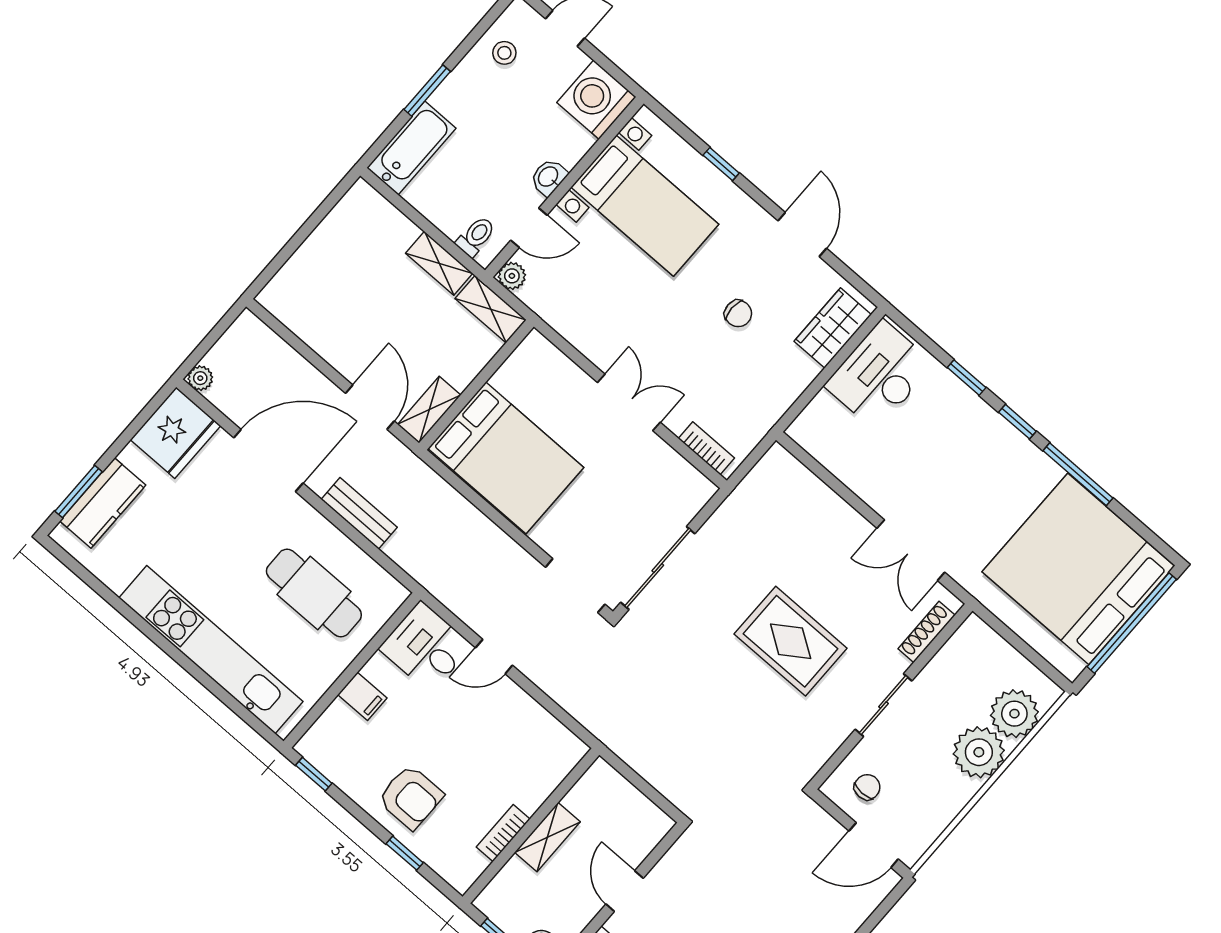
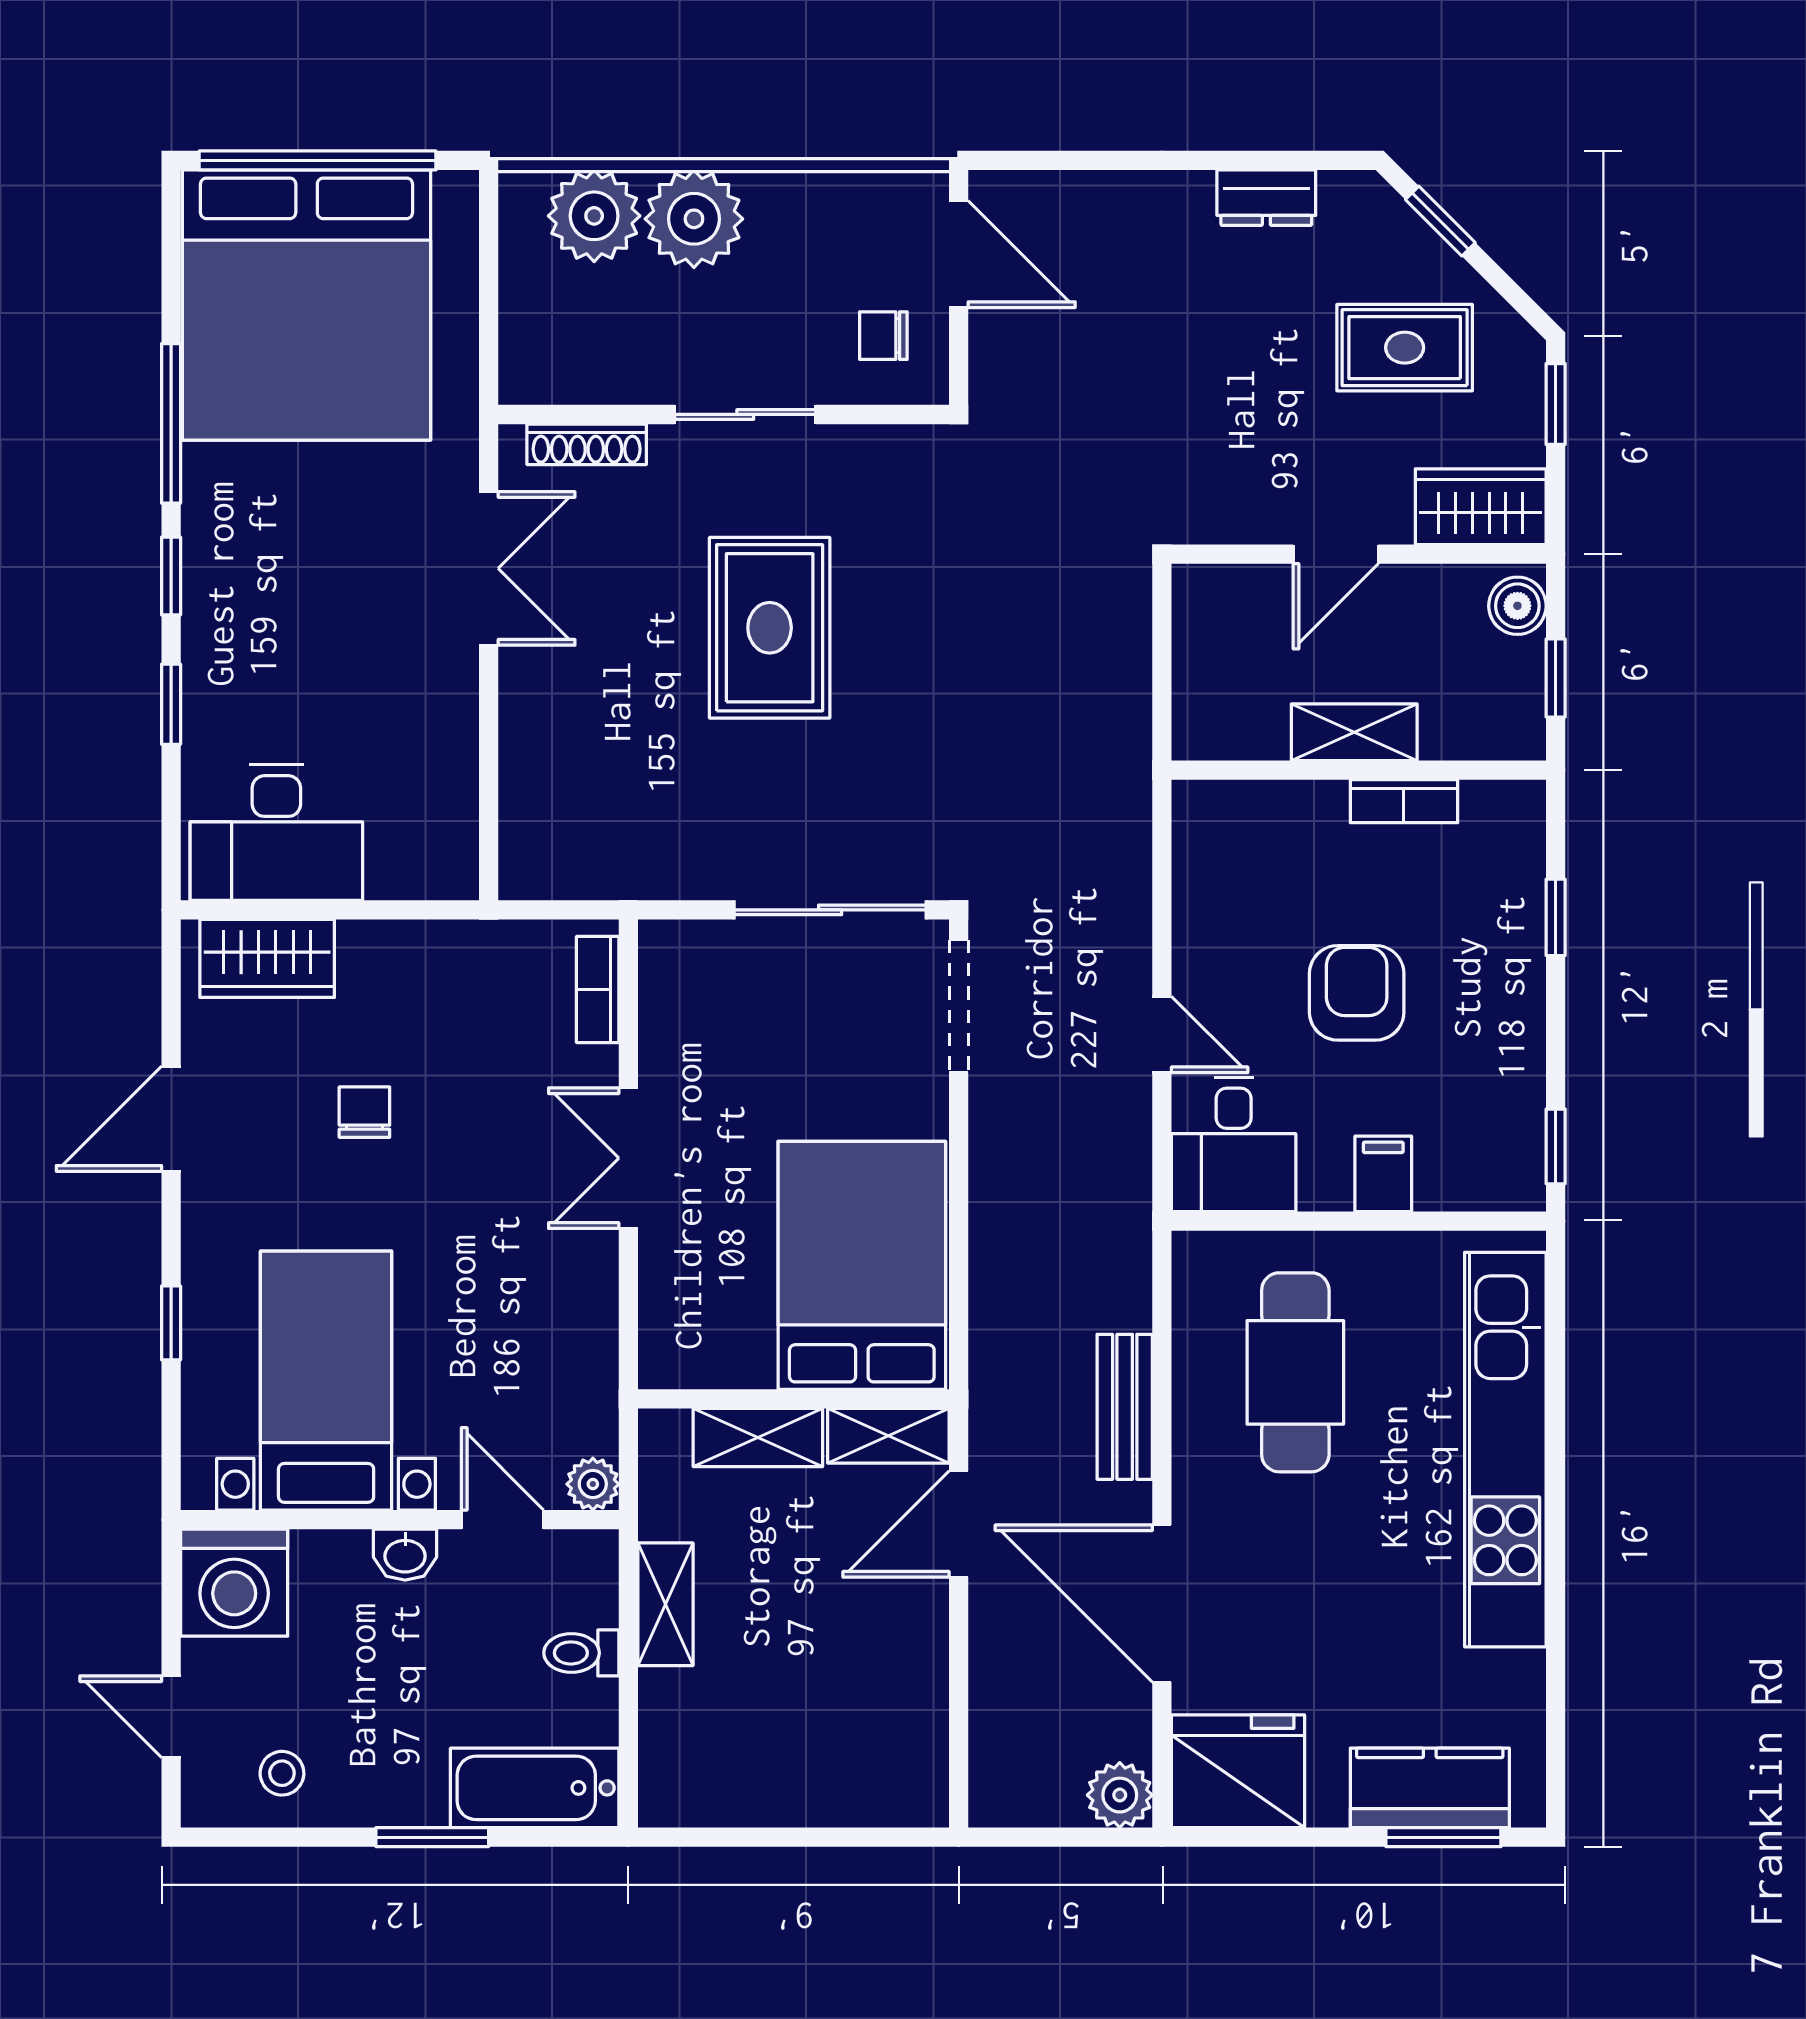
toilet: (476, 236) -> (581, 1653), moved
shelving: (491, 309) -> (758, 1438), moved, turned 90
plant: (200, 378) -> (1120, 1795), width x1.38, depth x1.38
armchair: (411, 797) -> (1357, 993), moved

